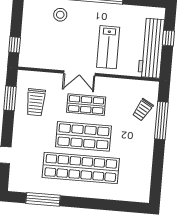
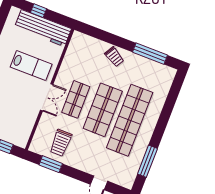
trolley: (36, 102) -> (61, 143), turned 89
trolley: (143, 110) -> (114, 57), moved
window: (161, 121) -> (150, 54), moved

